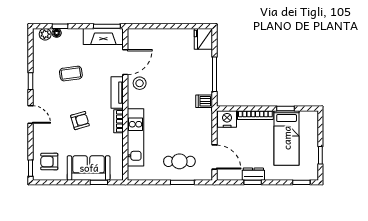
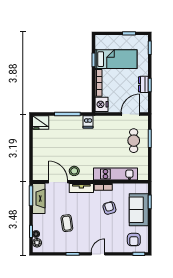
armchair: (80, 121) -> (109, 208), moved

